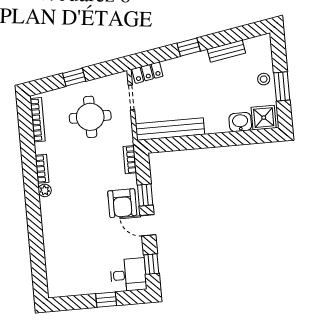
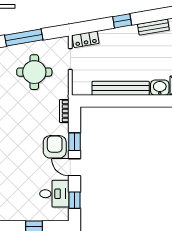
window: (74, 77) -> (24, 38), width x2.17
bench: (170, 129) -> (121, 88), moved
armchair: (122, 203) -> (55, 147), turned 180
desk: (128, 275) -> (54, 194), moved

